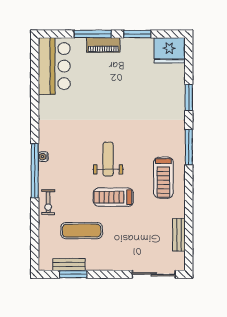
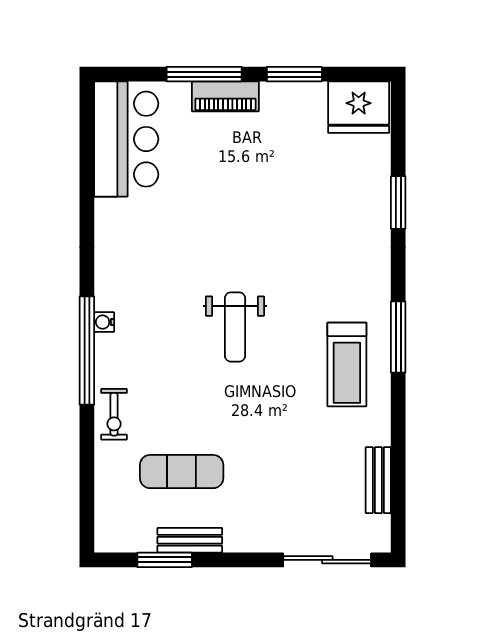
window: (189, 147) -> (398, 337), moved
weight bench: (108, 159) -> (235, 327), turned 180
treadmill: (113, 197) -> (246, 404), removed
bench: (69, 265) -> (190, 540), moved

